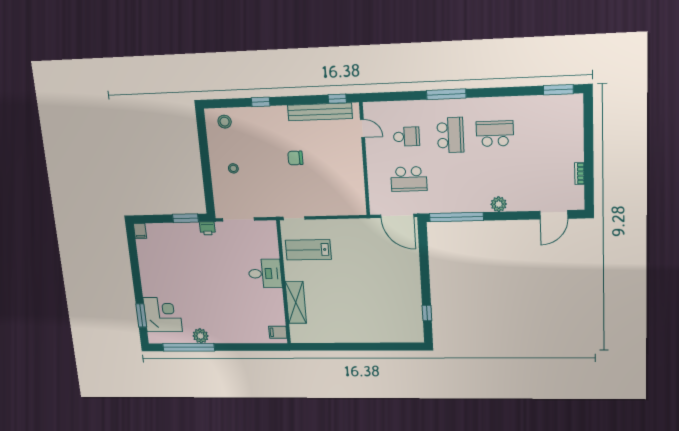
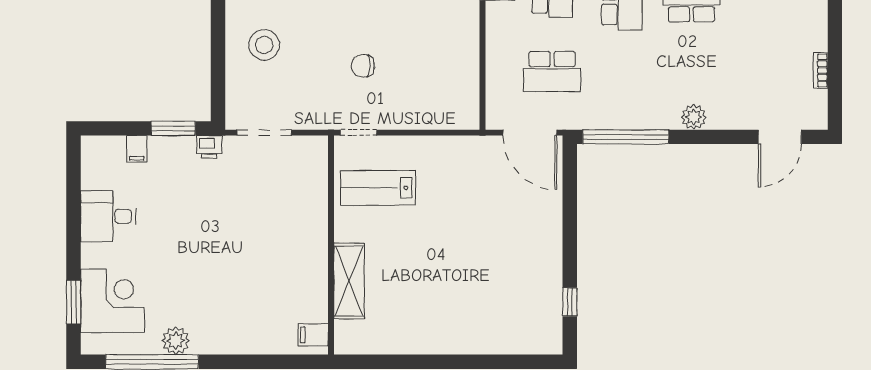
chair: (295, 158) -> (363, 66), moved
stool: (233, 168) -> (264, 45), width x1.89, depth x1.89
filing cabinet: (140, 231) -> (137, 149), moved
desk: (265, 274) -> (108, 216), moved, turned 180

